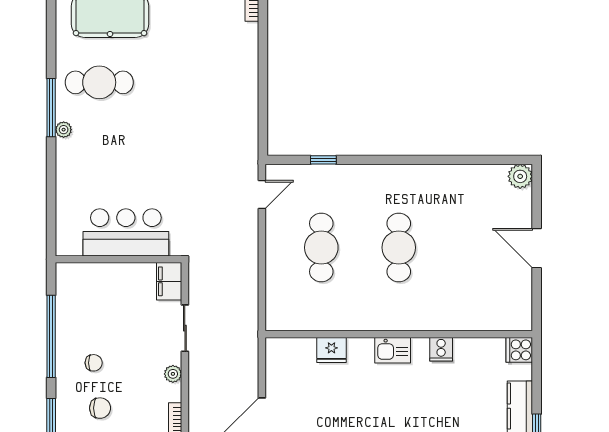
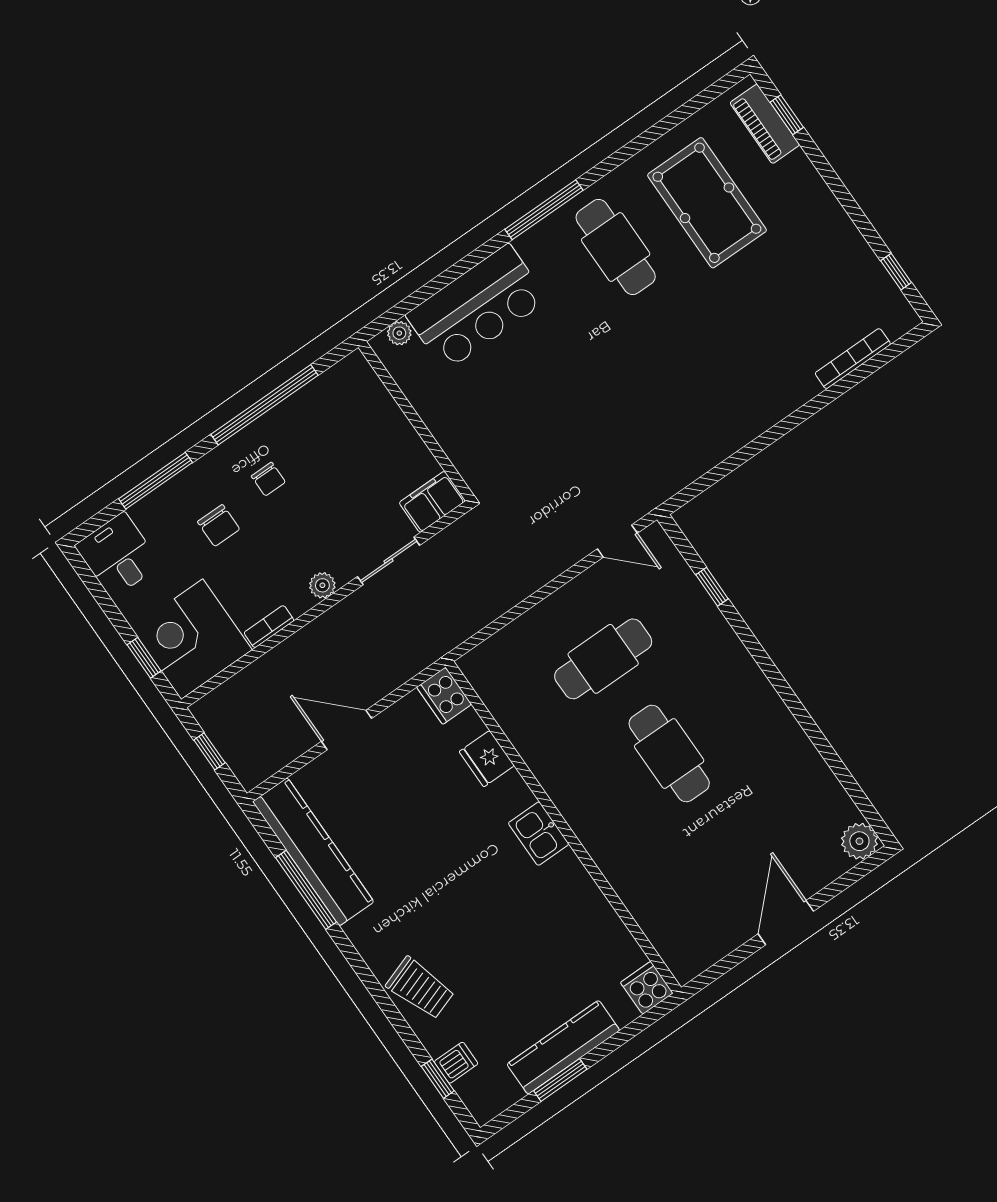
plant: (64, 130) -> (399, 333), moved
bar counter: (126, 232) -> (477, 307), moved, turned 90
cafe table: (399, 248) -> (669, 754), turned 90
cooker: (441, 349) -> (444, 696), moved, width x1.36

